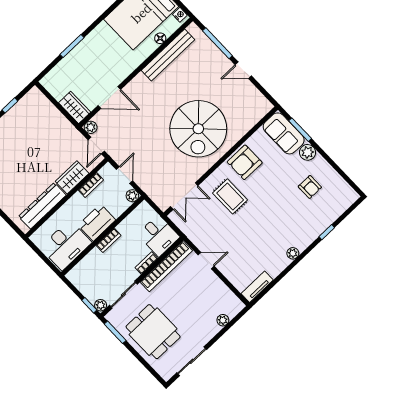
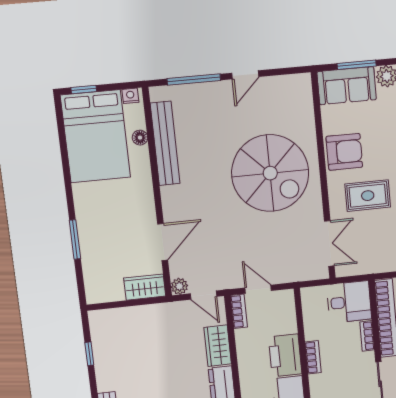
armchair: (245, 162) -> (344, 152), turned -90
bookcase: (91, 185) -> (239, 311), moved
plant: (132, 196) -> (286, 297), removed

